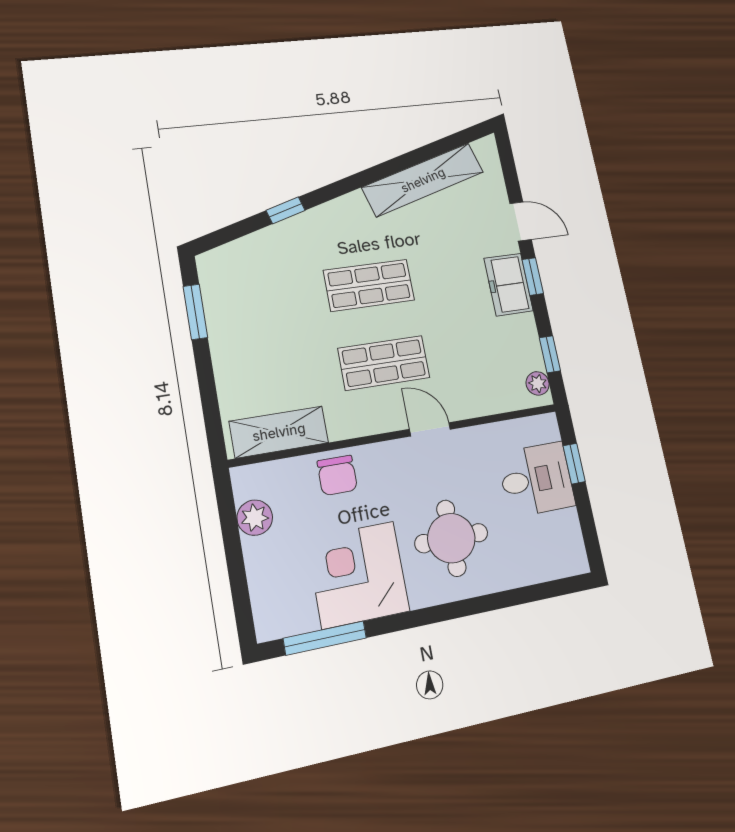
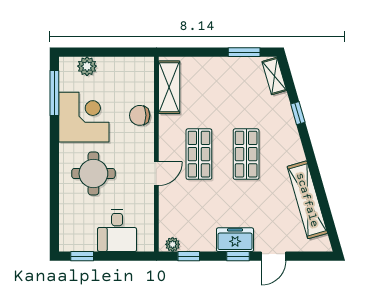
shelving: (229, 256) -> (274, 76), added
window: (574, 464) -> (82, 256), moved
plant: (255, 518) -> (87, 66), moved

